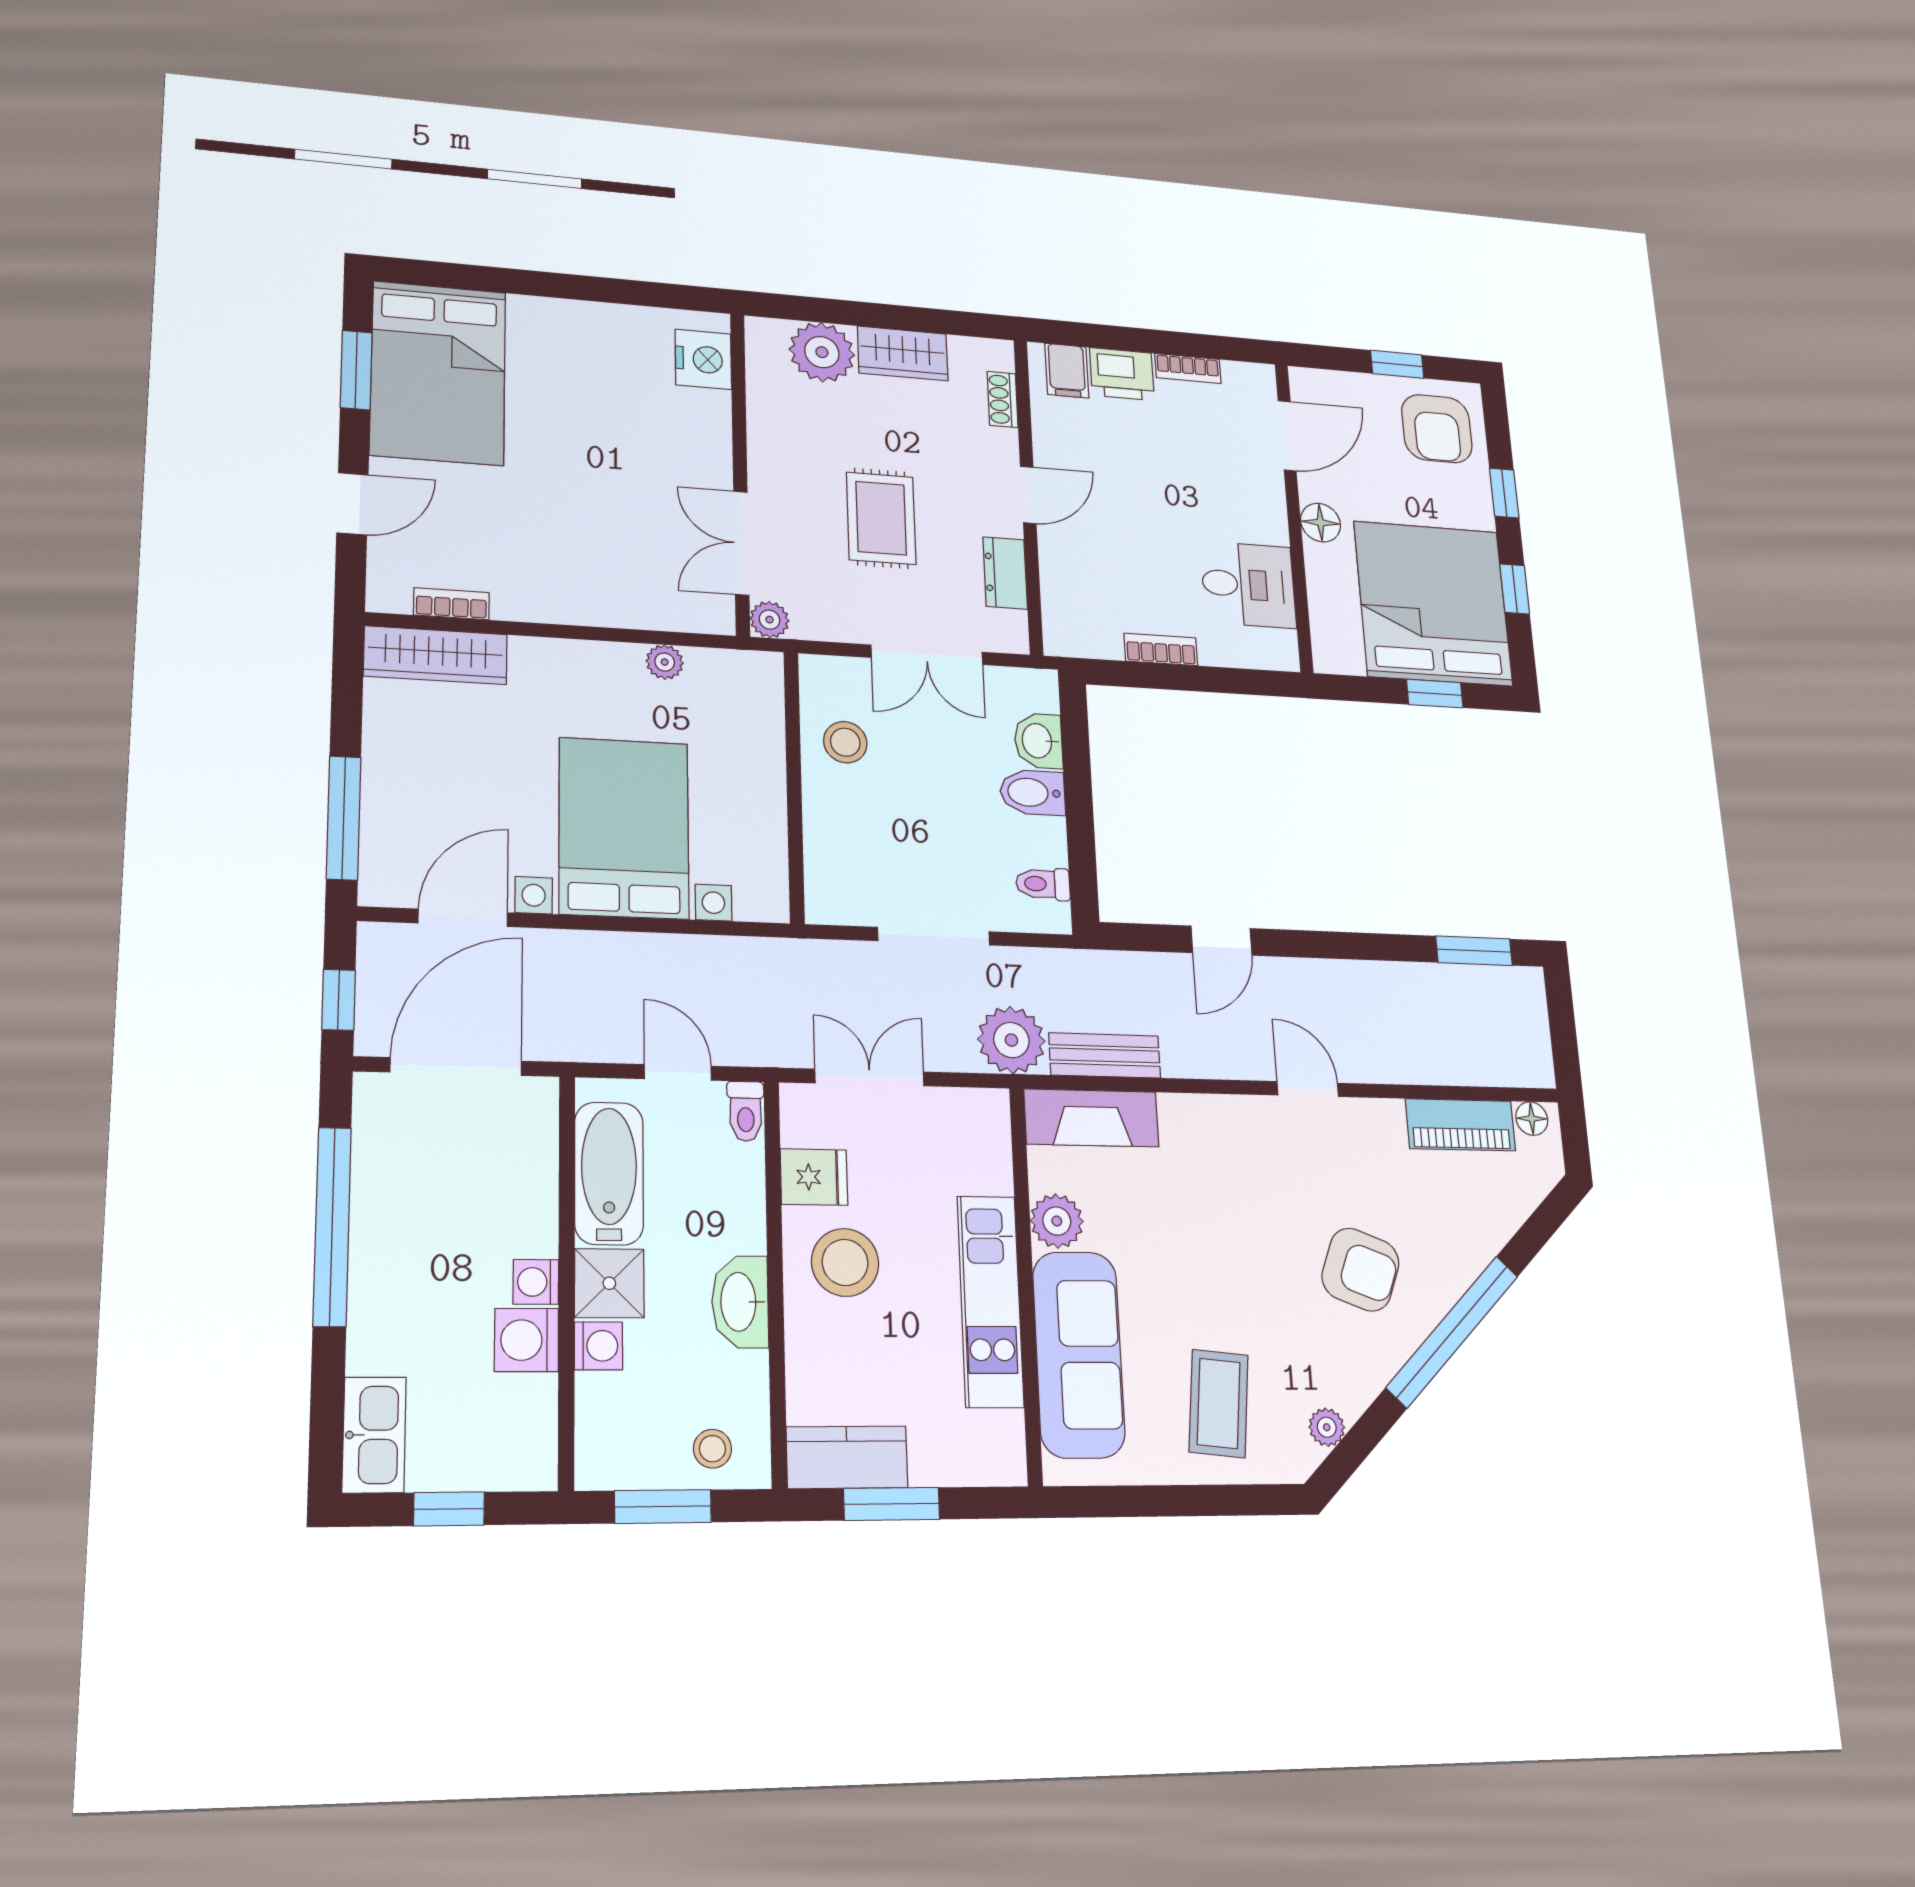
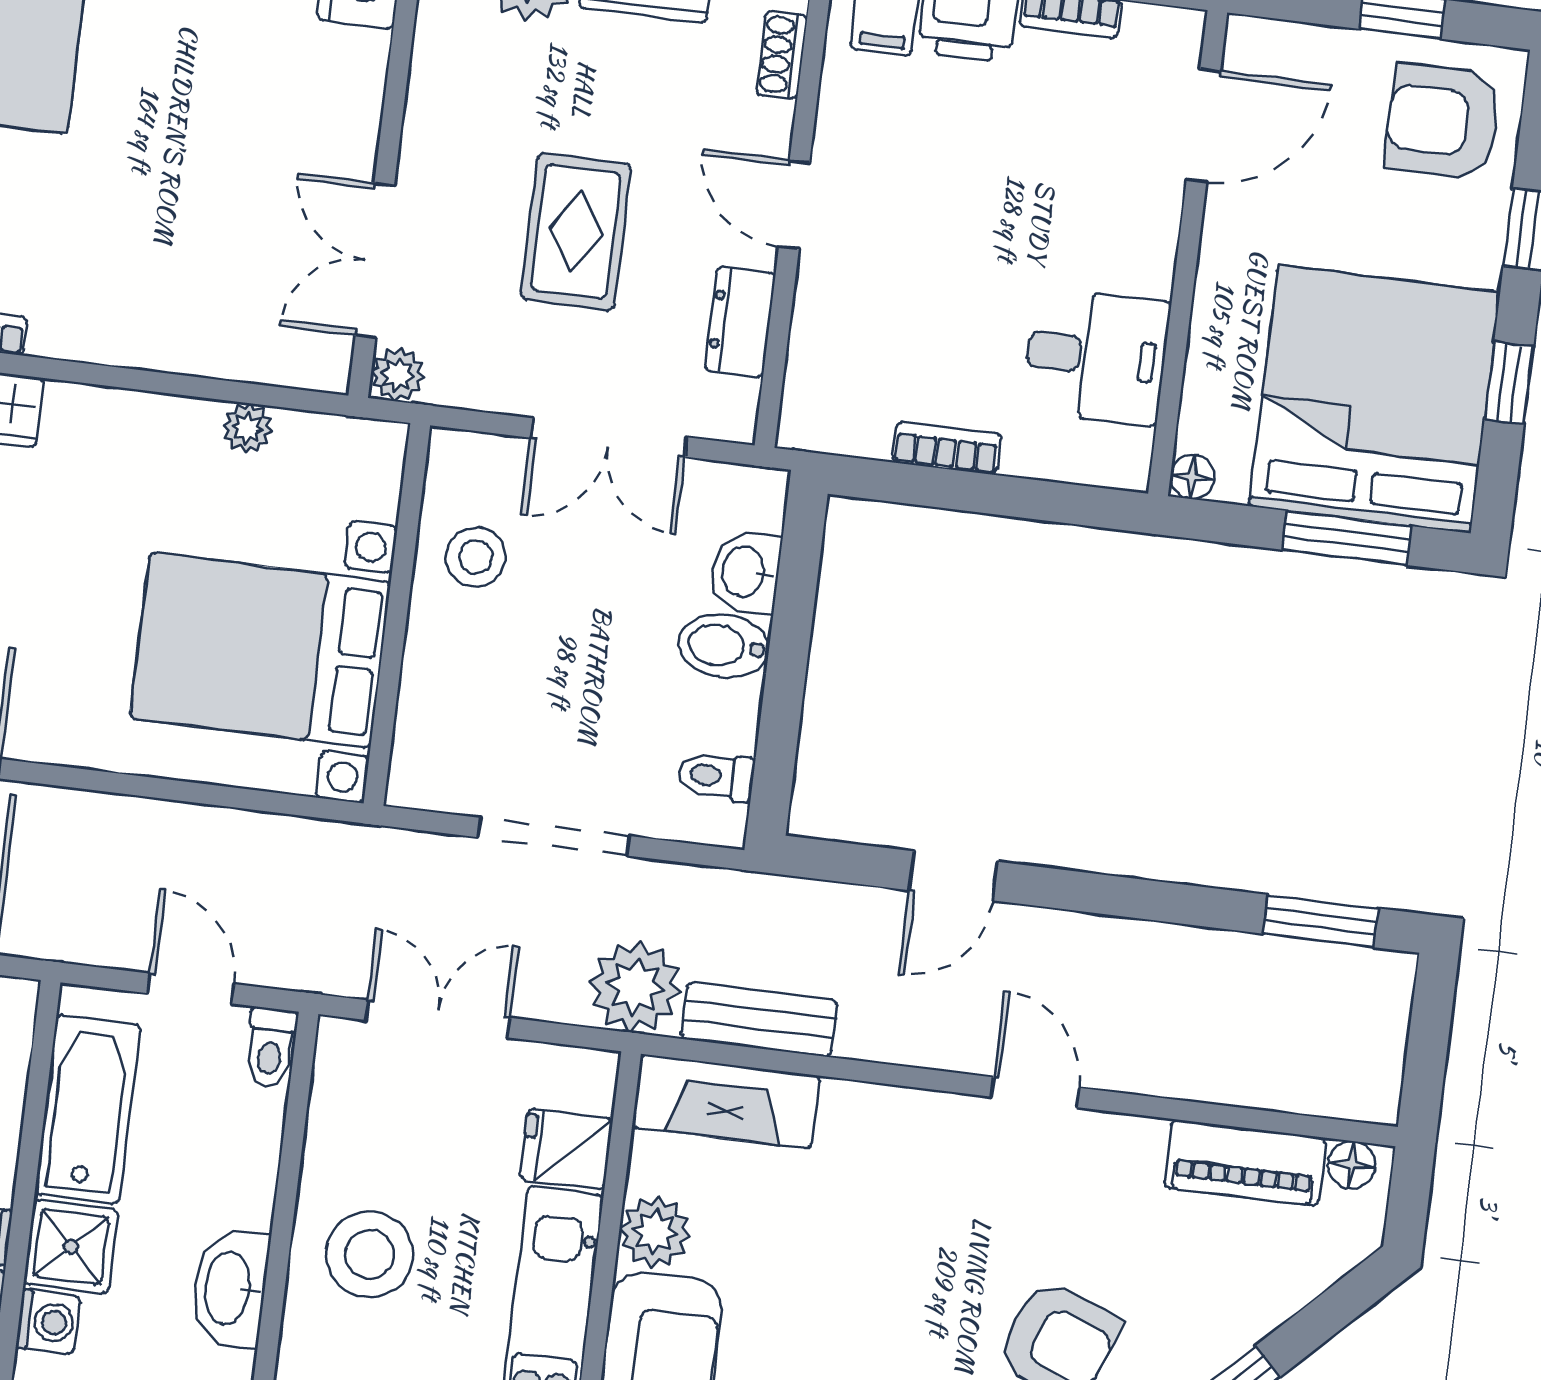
armchair: (1437, 429) -> (1443, 122), turned 90
door: (1028, 495) -> (794, 205), swing flipped
floor lamp: (1321, 523) -> (1192, 477), moved, width x0.73, depth x0.73
window: (1435, 694) -> (1346, 538), width x1.50
bed with nightstands: (624, 828) -> (260, 650), moved, turned -90
fridge: (814, 1177) -> (566, 1149), moved, turned 180

